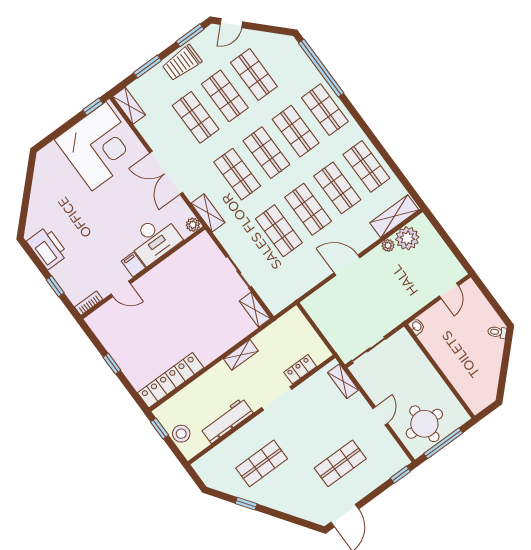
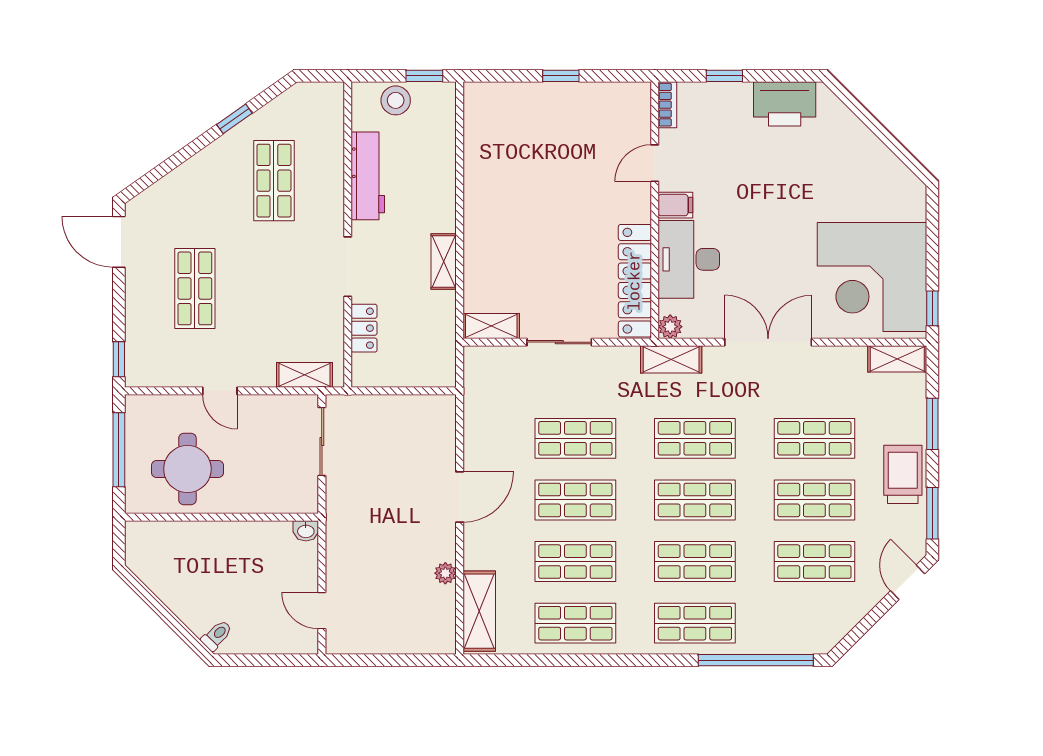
plant: (407, 238) -> (436, 607), removed
locker: (171, 380) -> (635, 281), moved, turned 180
round table: (424, 424) -> (187, 469), moved

